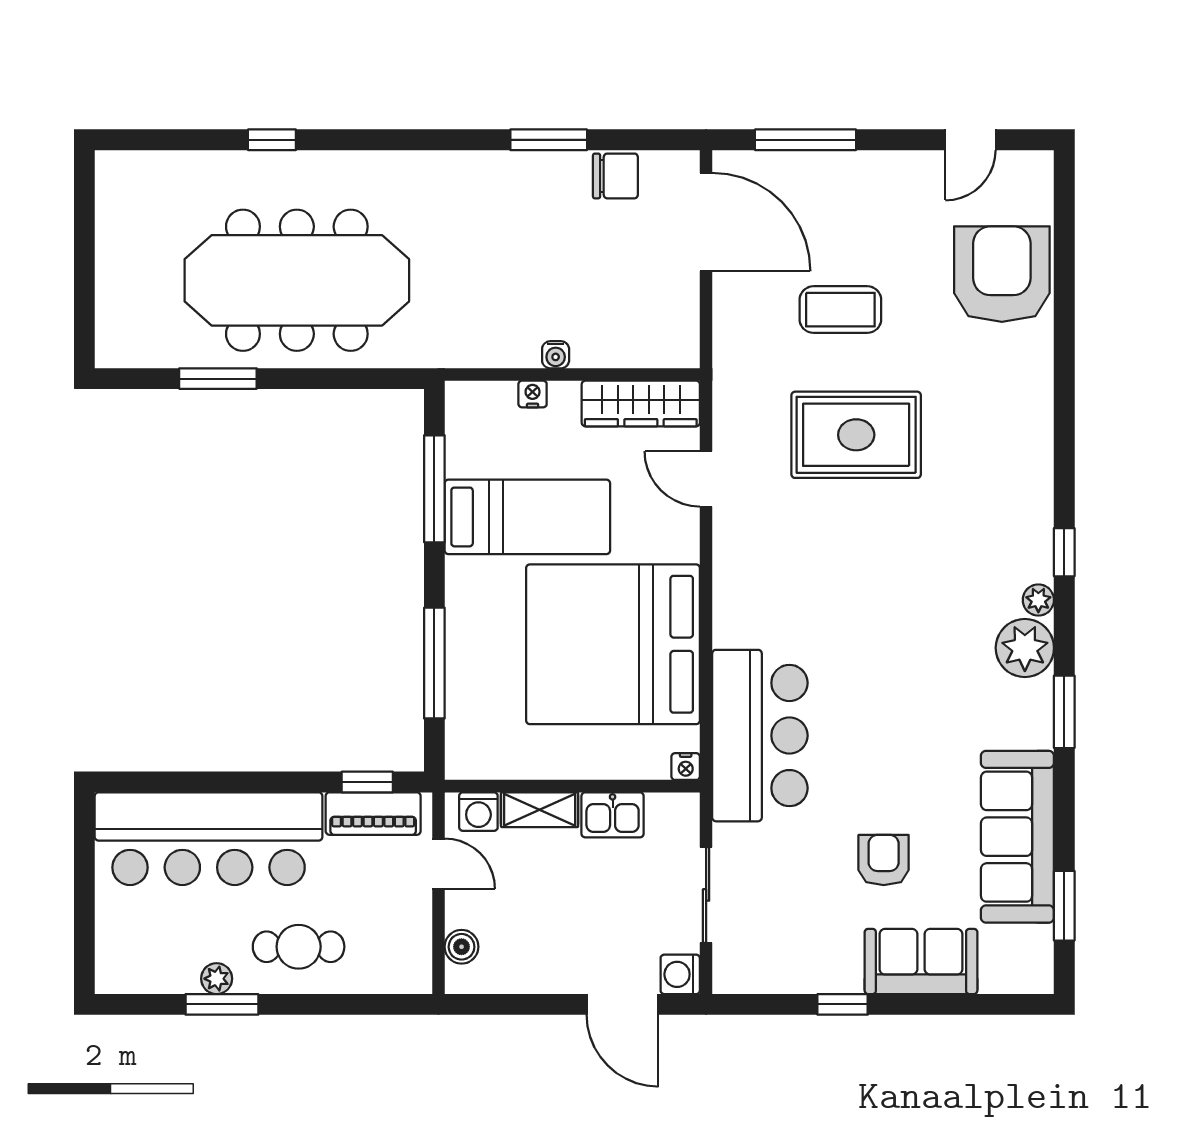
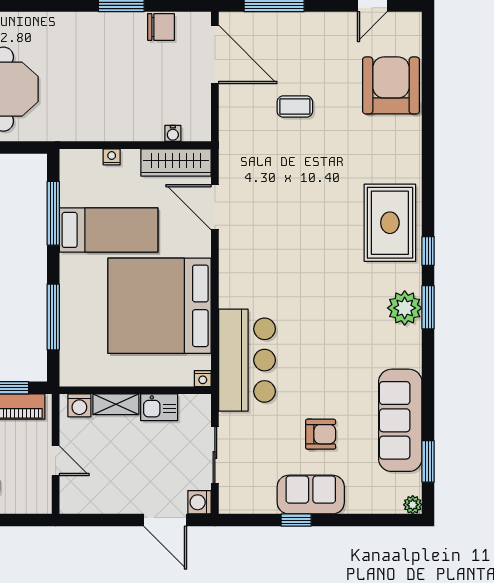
coffee table: (840, 310) -> (295, 107), width x0.73, depth x0.77
water cooler: (556, 355) -> (173, 133), moved
rug: (856, 435) -> (390, 223), moved, turned 90
door: (706, 479) -> (215, 207), width x1.38
plant: (1038, 600) -> (413, 505), moved
window: (1064, 712) -> (428, 307), moved
armchair: (884, 860) -> (321, 434), turned 90
door: (438, 864) -> (56, 461), moved
boiler: (462, 947) -> (69, 486), removed
sofa: (921, 961) -> (311, 495), moved

